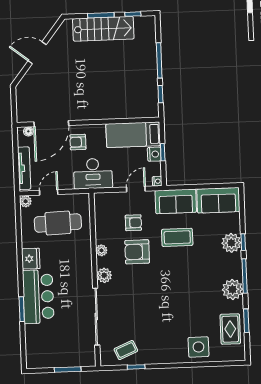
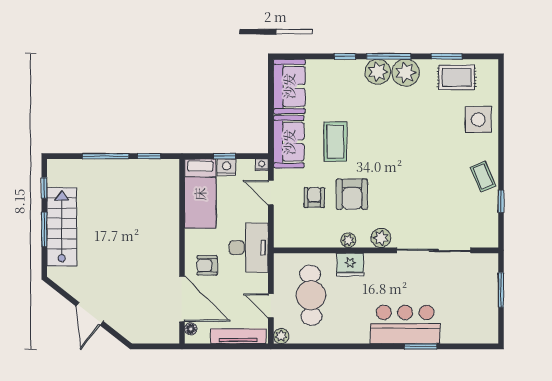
armchair: (78, 142) -> (207, 265), turned 90
plant: (231, 243) -> (378, 72), moved
fridge: (31, 259) -> (350, 265), moved, turned 180
coffee table: (126, 350) -> (483, 177), moved

